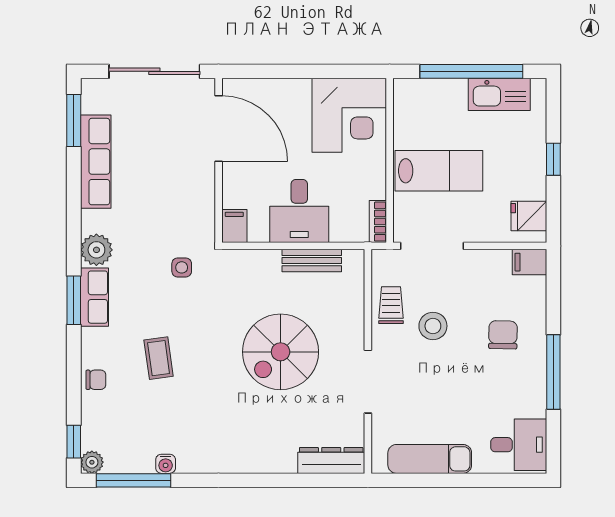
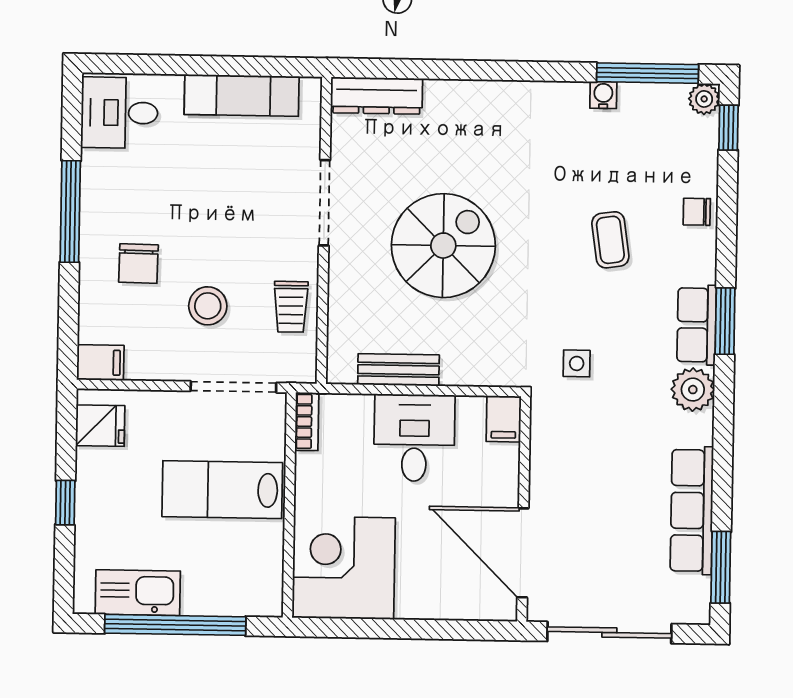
stool: (433, 326) -> (208, 306), moved

